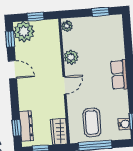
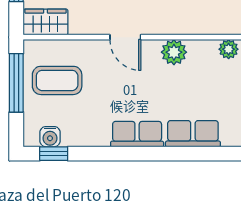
row of seats: (117, 43) -> (193, 134), added

